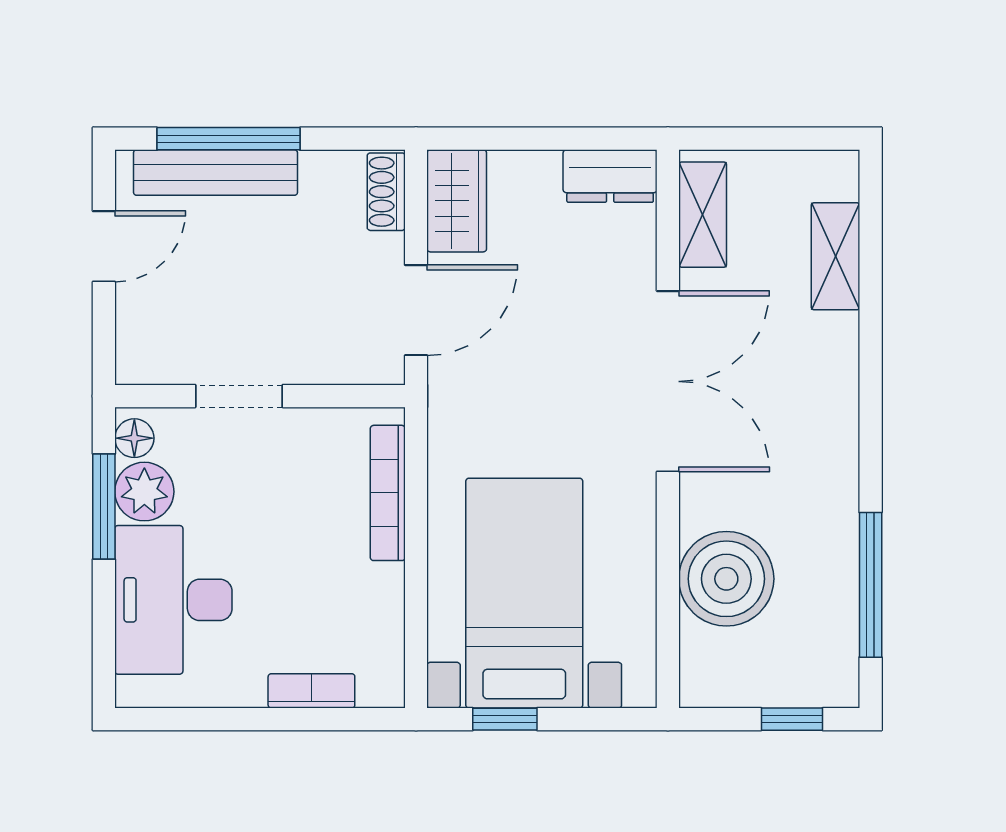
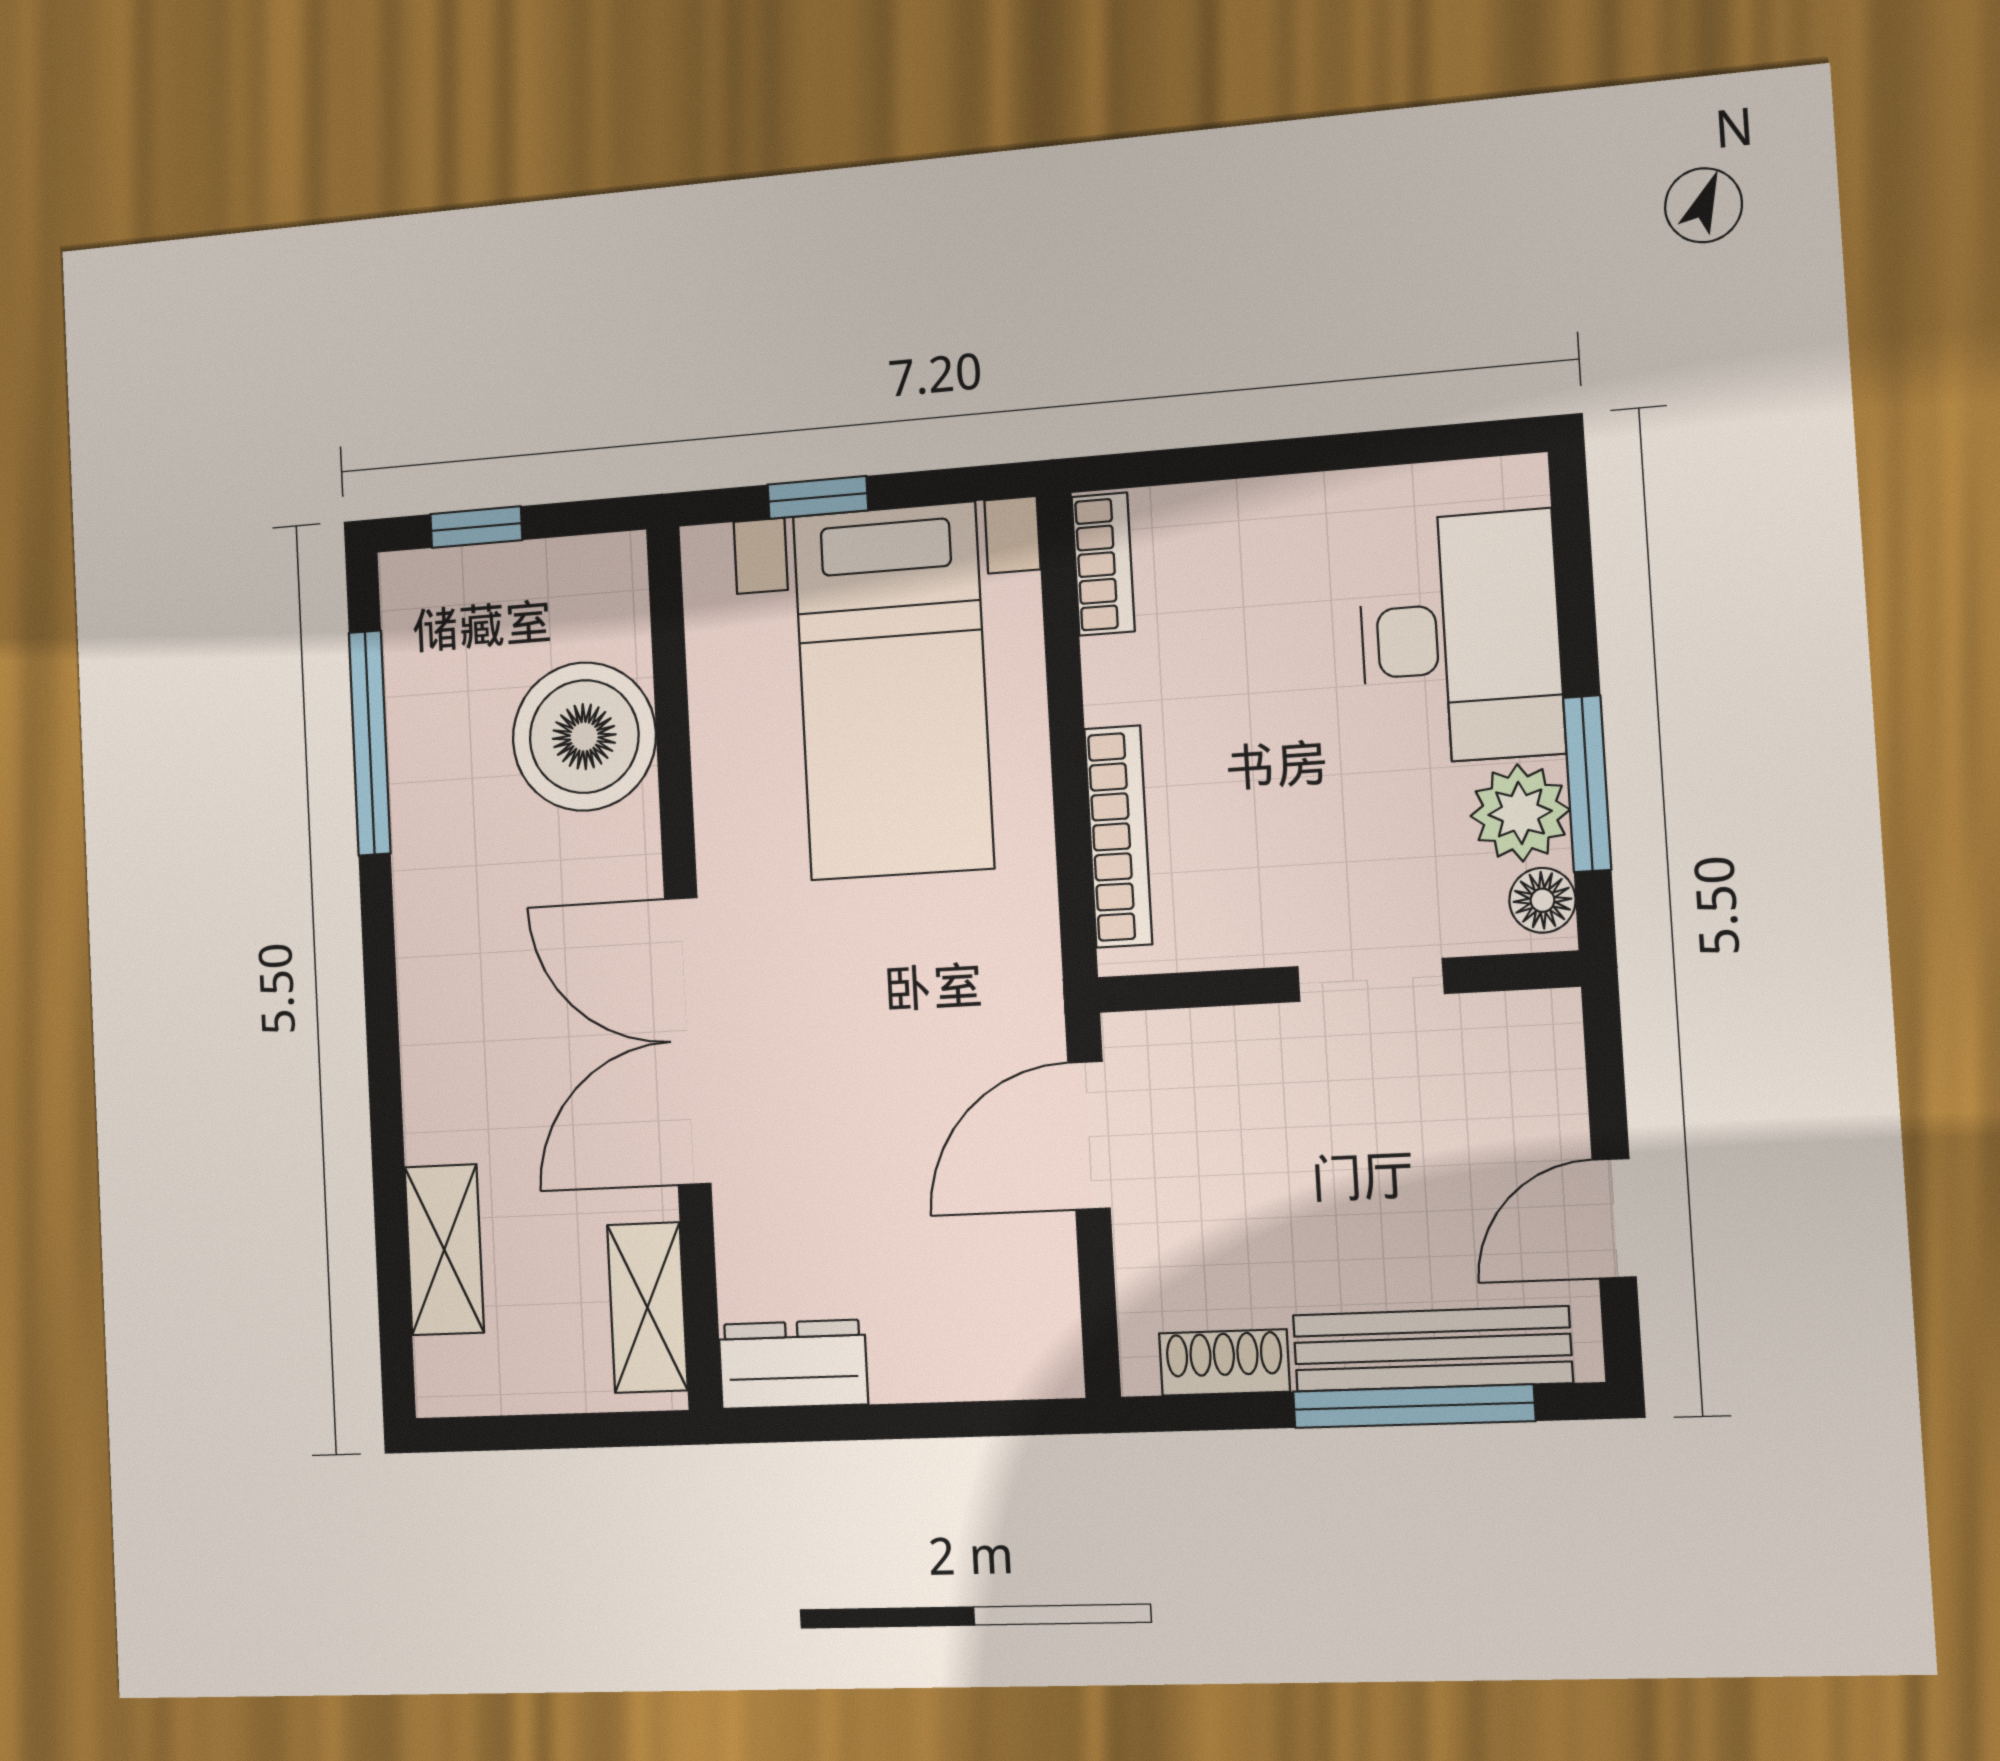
shoe rack: (386, 192) -> (1224, 1362), moved, turned -90
wardrobe: (457, 201) -> (1033, 1316), removed
bookcase: (311, 691) -> (1103, 564), moved, turned -90
window: (505, 719) -> (818, 497), moved

